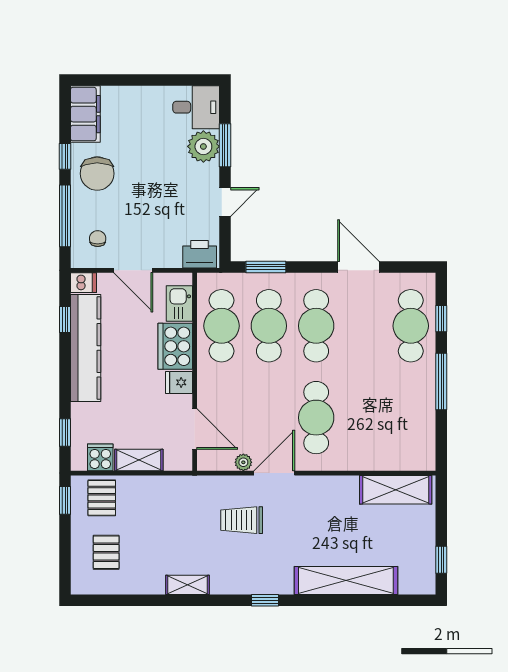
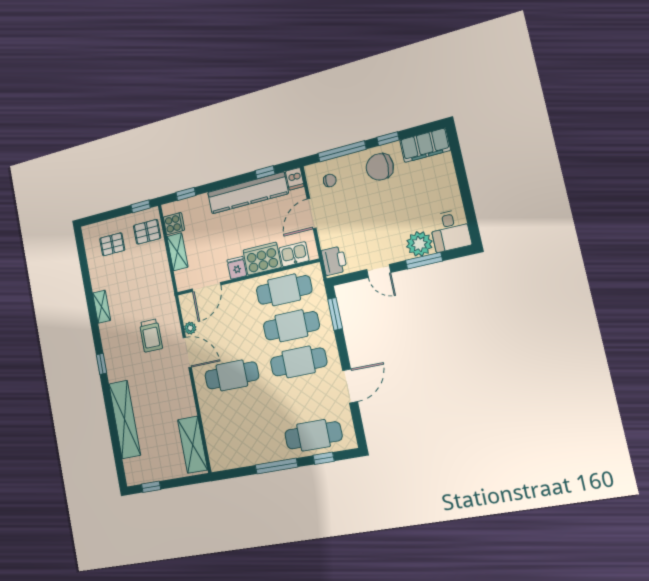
trolley: (242, 520) -> (151, 336), turned 180

